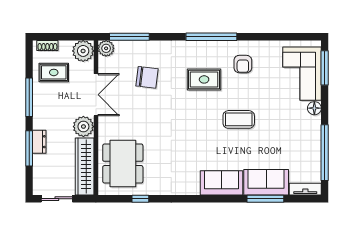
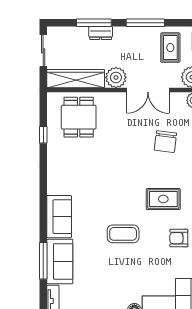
rug: (204, 79) -> (163, 199), turned 90
coffee table: (239, 119) -> (123, 234), turned 90
dining table: (123, 163) -> (79, 117), width x0.73

